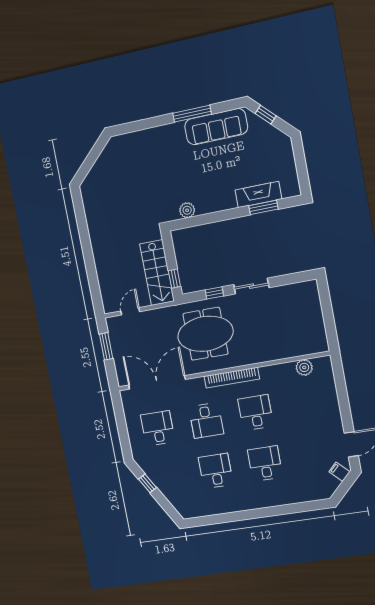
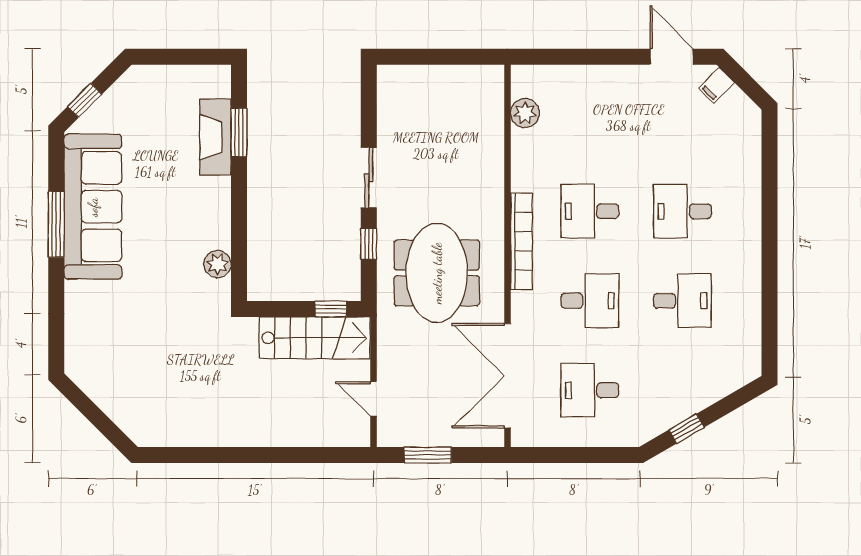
sofa: (216, 127) -> (93, 207), width x1.36, depth x1.27
desk: (216, 471) -> (682, 301), turned 180

